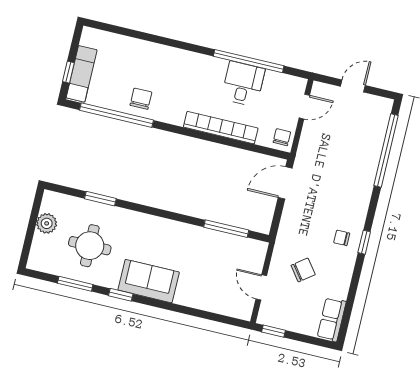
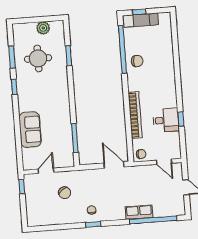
window: (249, 61) -> (181, 119), width x0.32
sofa: (149, 281) -> (30, 130), moved
row of seats: (332, 319) -> (139, 212), moved

